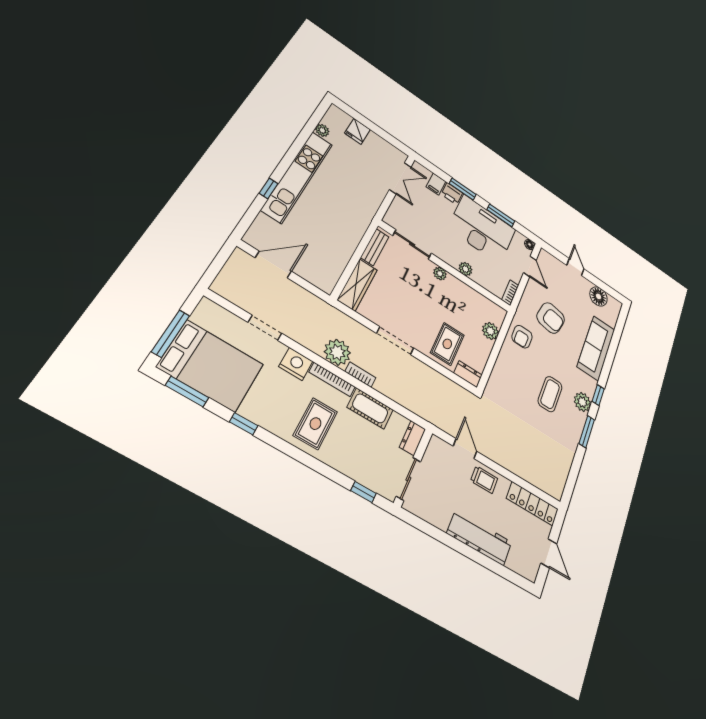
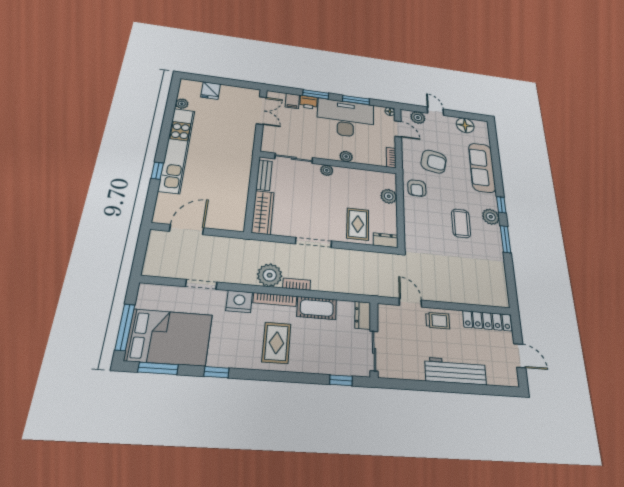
plant: (555, 265) -> (418, 118), added

